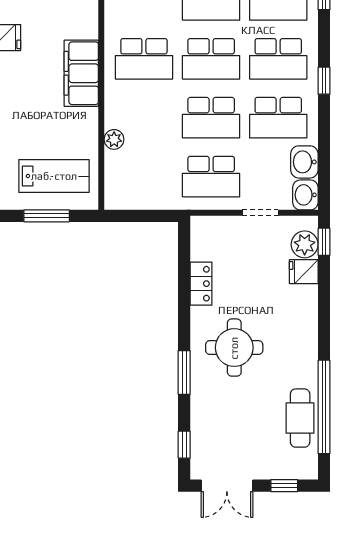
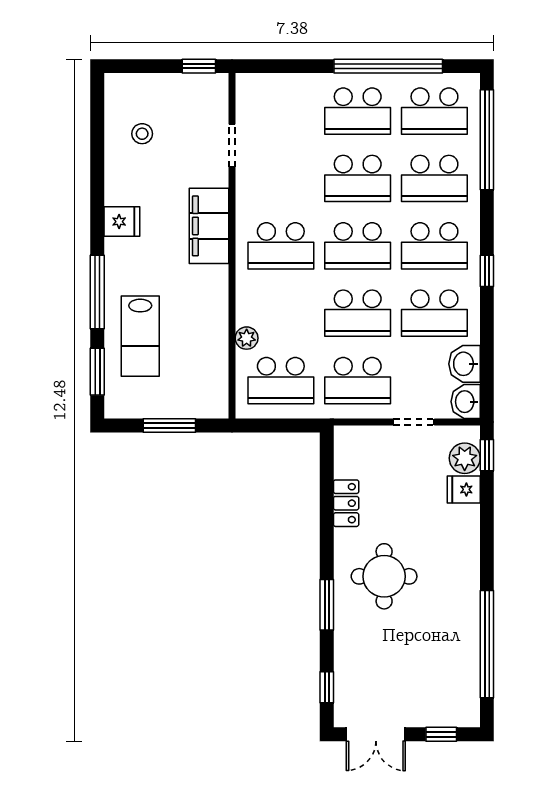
filing cabinet: (81, 73) -> (209, 226), moved
lab bench: (54, 176) -> (140, 336), moved, turned 90
school desk: (144, 177) -> (281, 381), added
cafe table: (300, 418) -> (459, 657), removed

